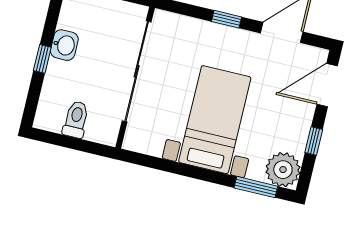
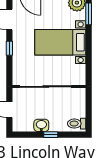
toilet: (76, 119) -> (77, 124), moved

